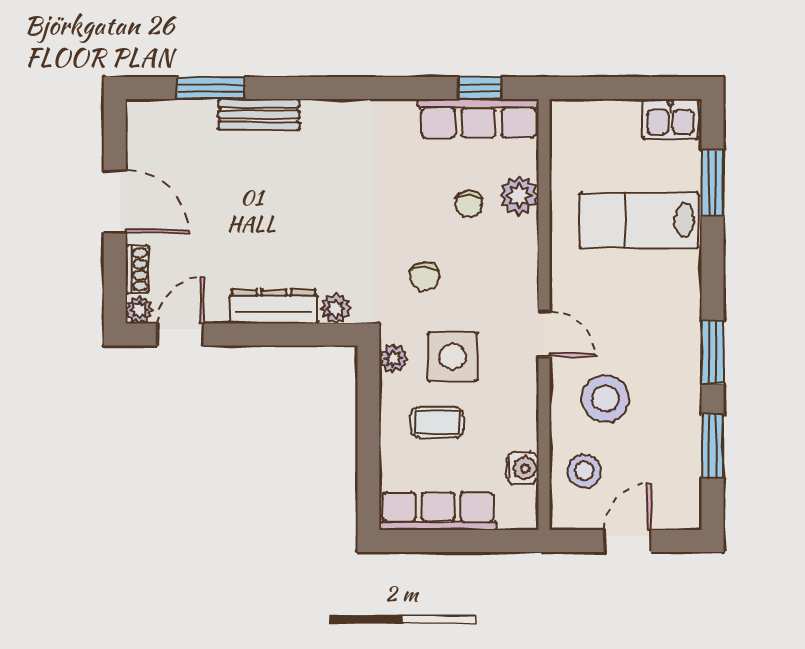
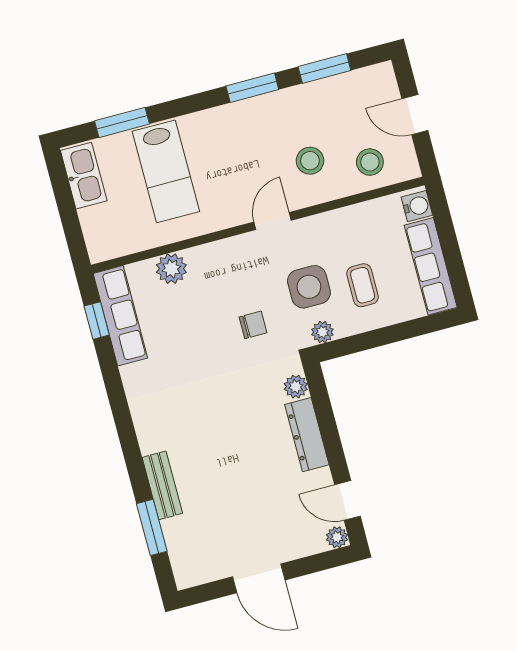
kitchen sink: (671, 119) -> (84, 176), width x1.38
door: (115, 202) -> (259, 578), swing flipped
chair: (469, 204) -> (188, 306), removed
shoe rack: (137, 269) -> (306, 547), removed
stool: (605, 399) -> (310, 161), width x0.73, depth x0.73
water cooler: (522, 468) -> (417, 206), moved, turned 90

